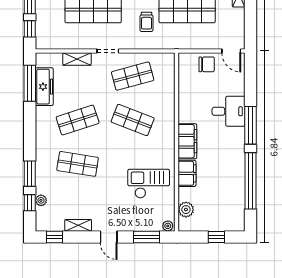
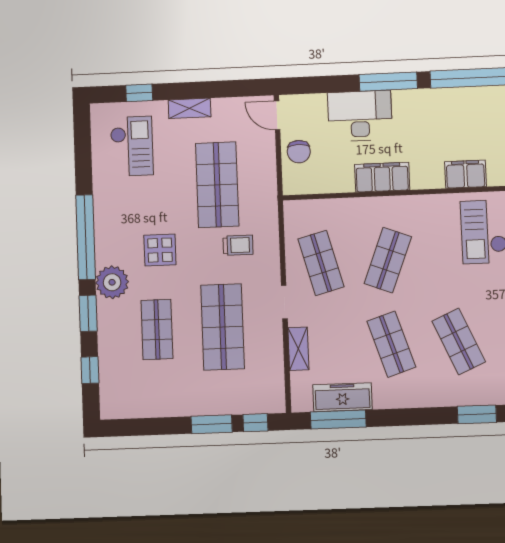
door: (231, 51) -> (277, 115), swing flipped
chair: (207, 64) -> (299, 152), turned 180
desk: (229, 111) -> (360, 116), width x1.37
filing cabinet: (187, 141) -> (382, 177), moved
shop shelf: (78, 164) -> (459, 342), turned -33

